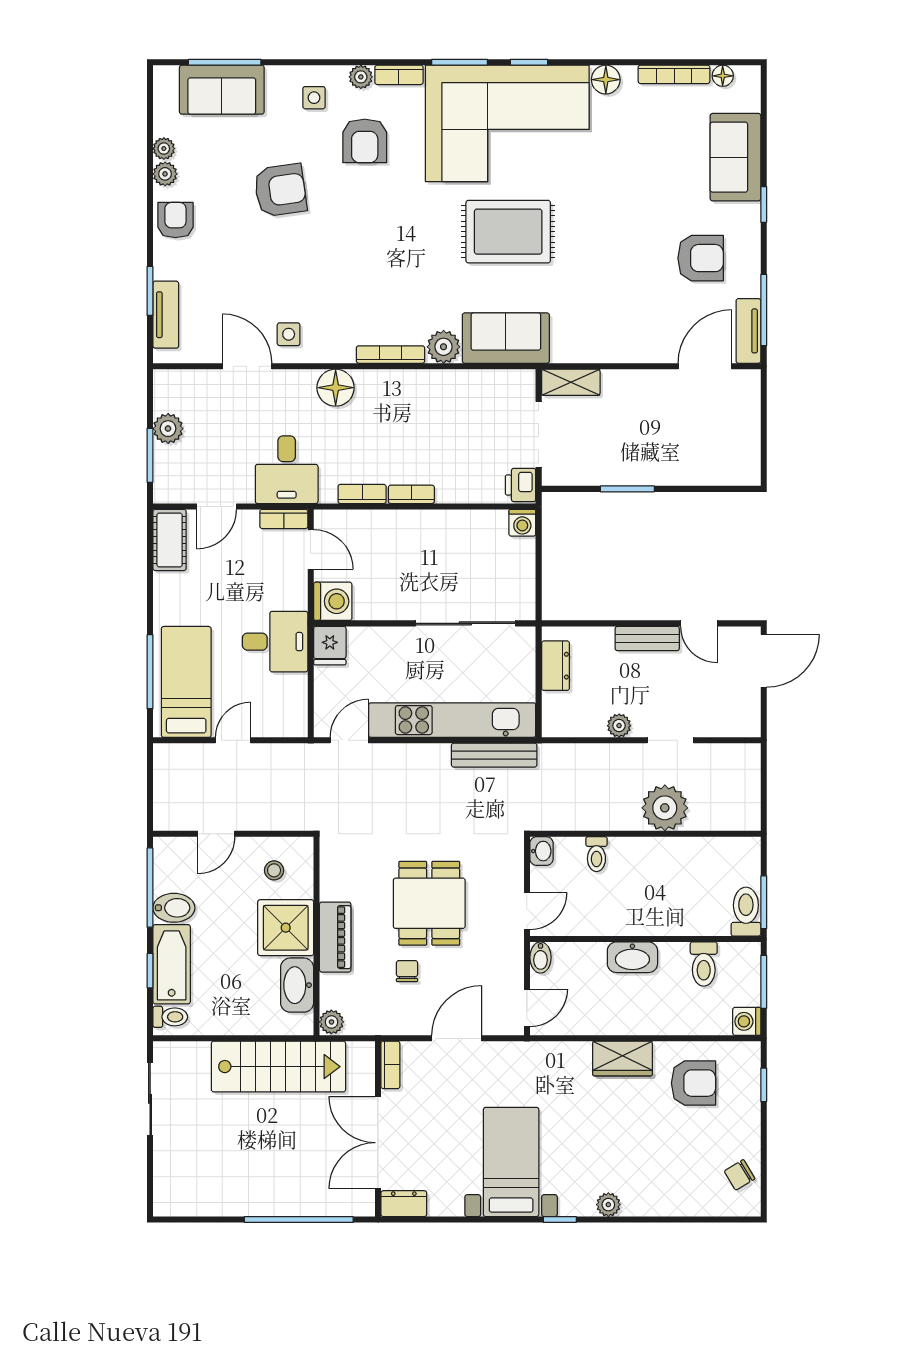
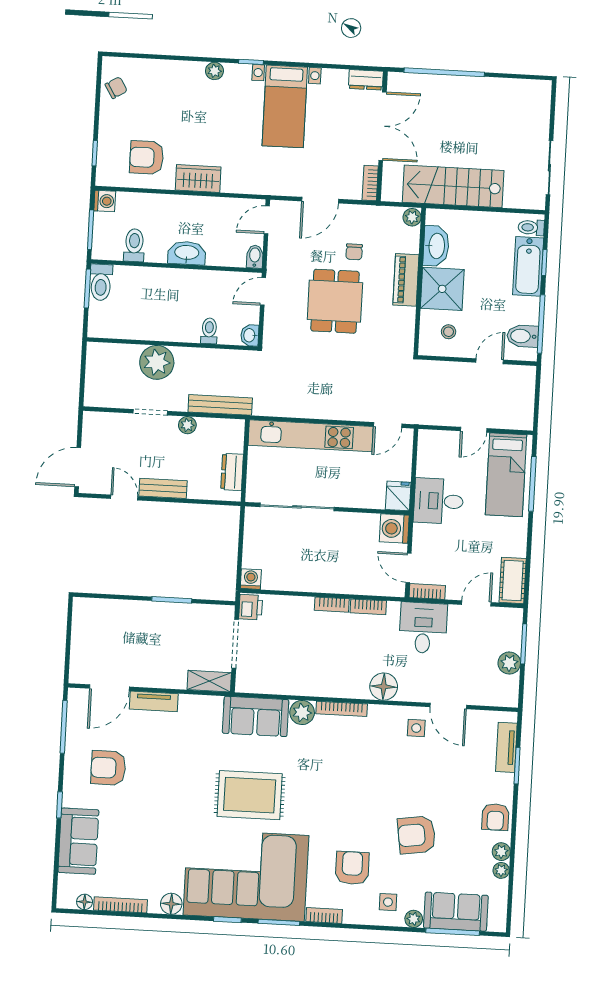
plant: (361, 77) -> (414, 919), moved
tv unit: (748, 331) -> (154, 701), moved, turned 90
bench: (494, 755) -> (220, 405), moved
bidet: (174, 908) -> (523, 336), moved

